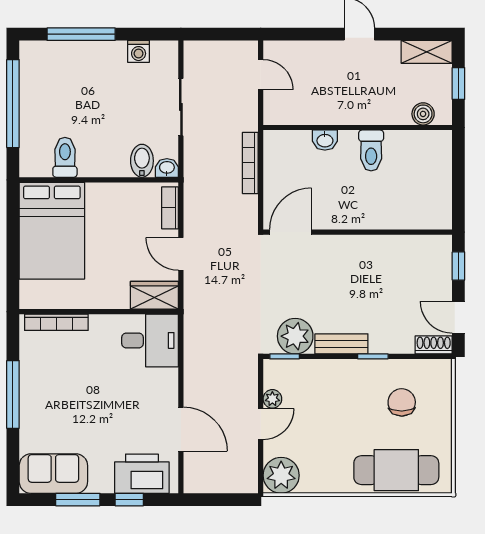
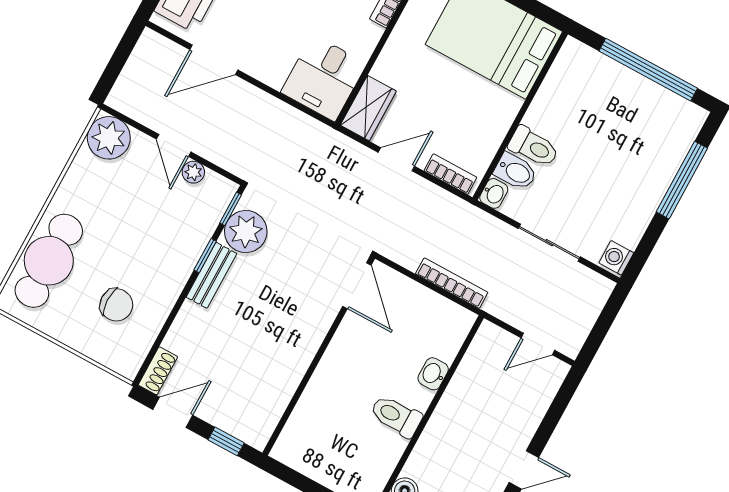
washing machine: (139, 51) -> (616, 258), moved
toilet: (65, 157) -> (534, 147), moved
window: (373, 356) -> (205, 256), moved

